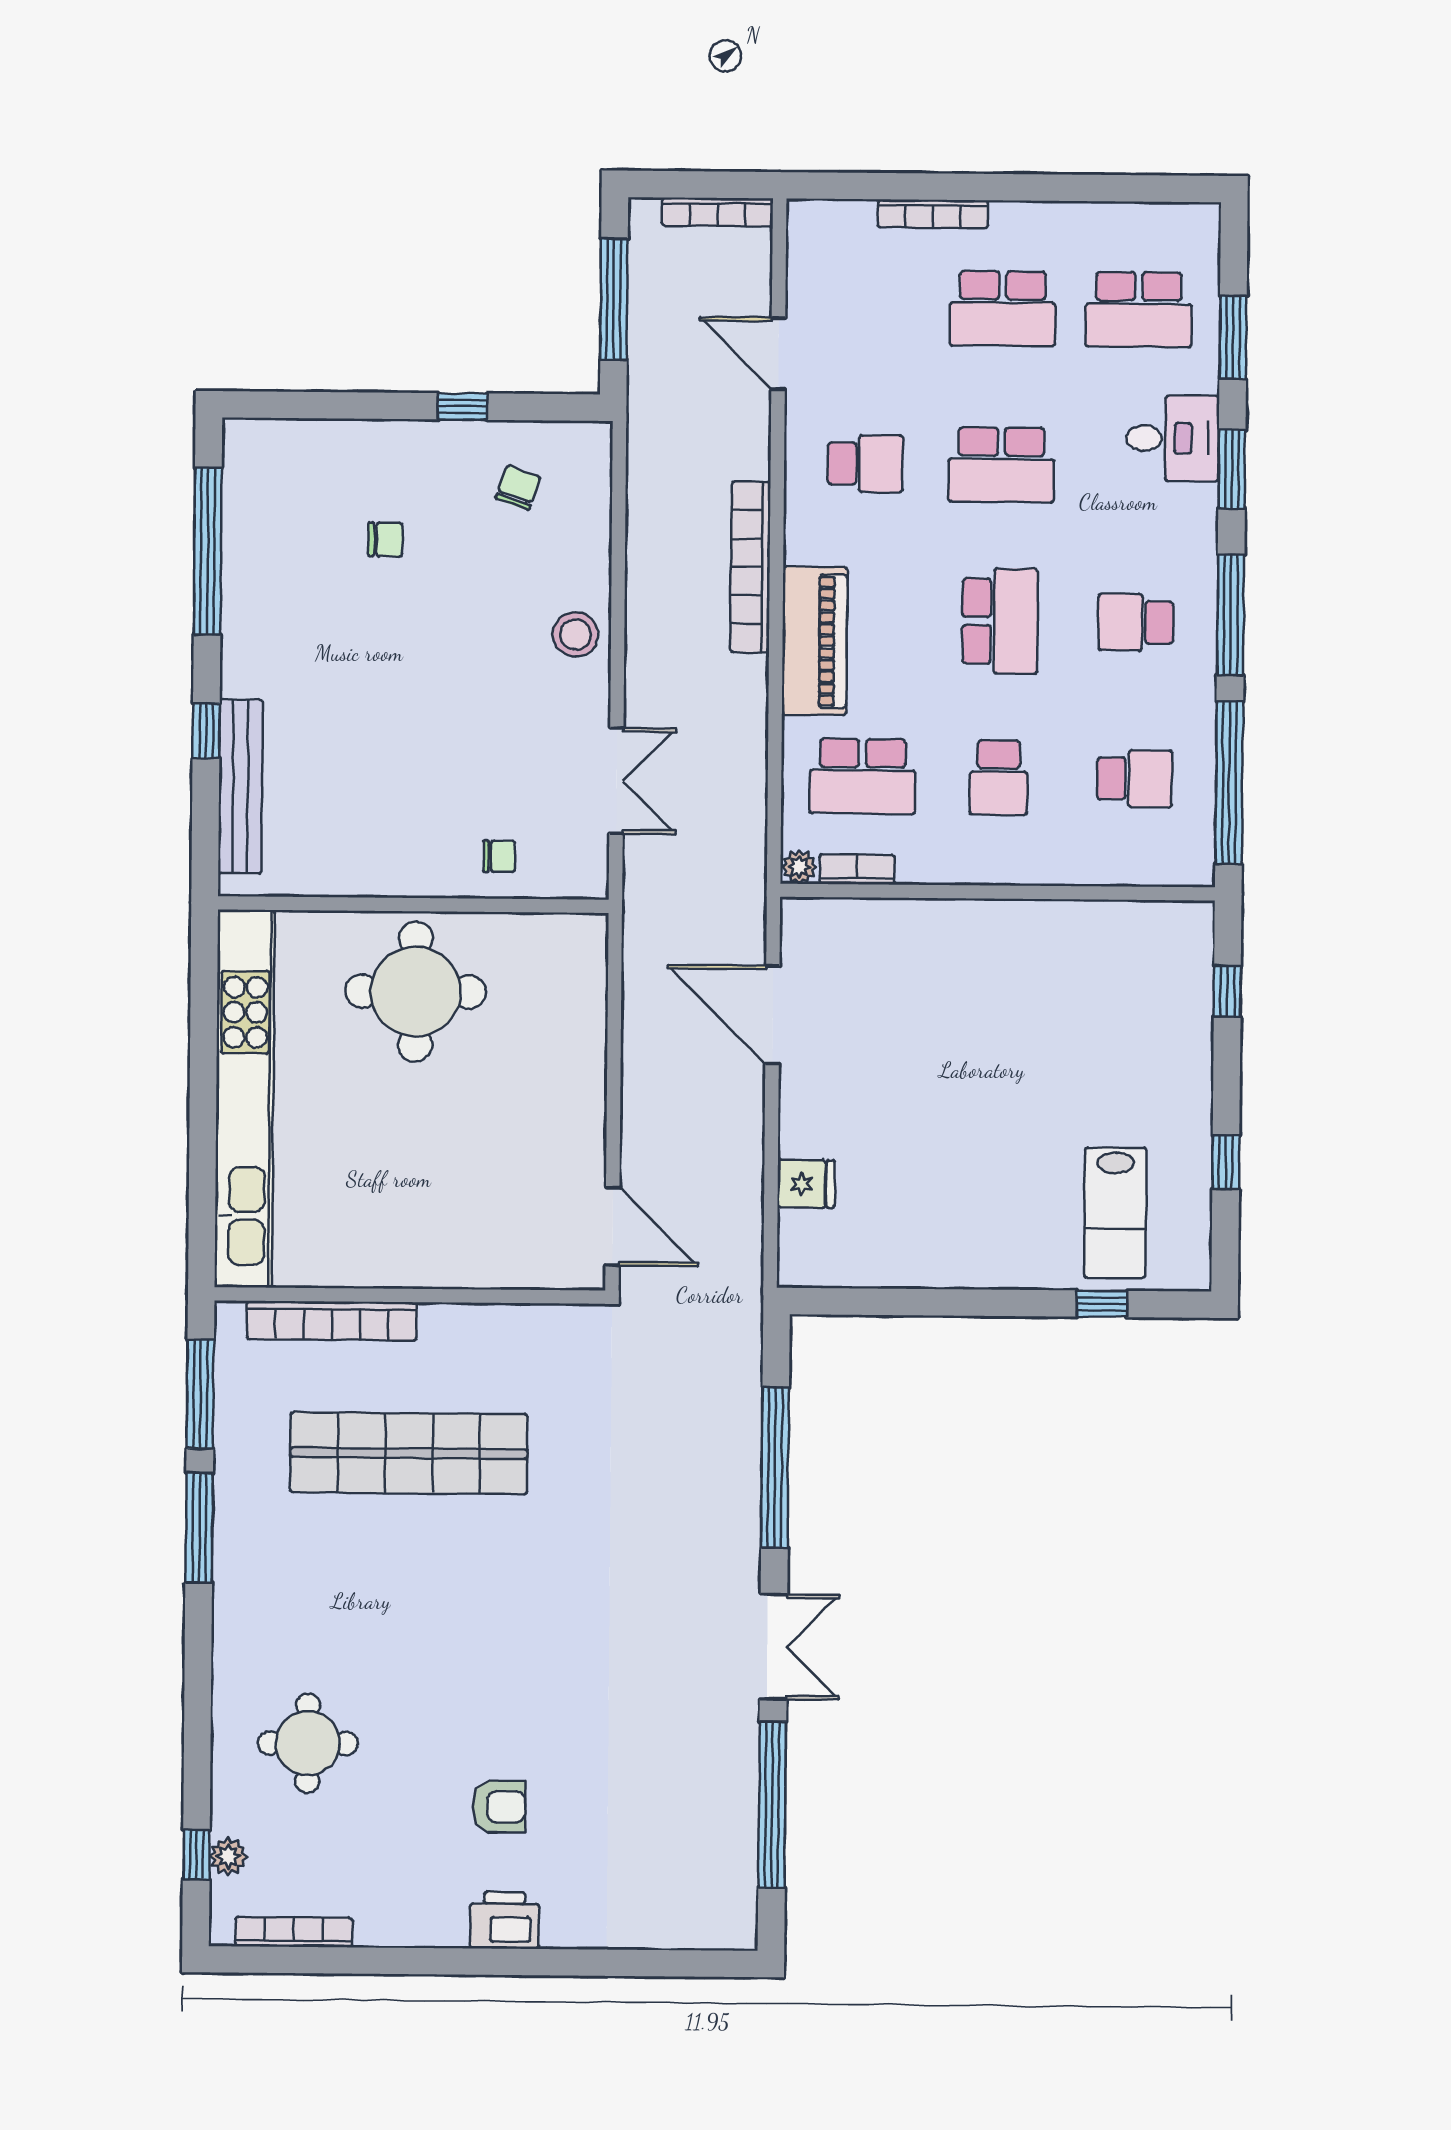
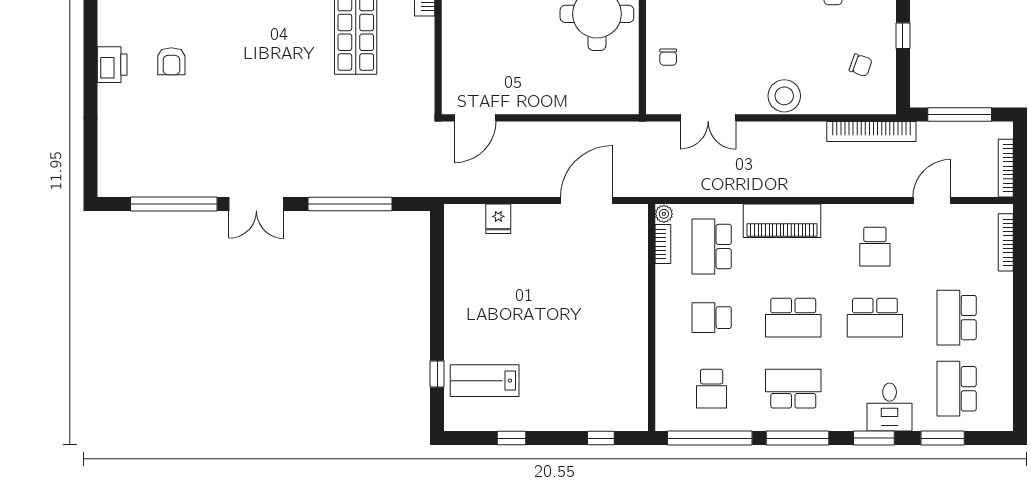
bookcase: (933, 214) -> (1006, 242), moved
school desk: (1001, 465) -> (875, 318), turned -90
bookcase: (750, 567) -> (871, 131), moved, turned 180
school desk: (1136, 622) -> (793, 389), width x1.85
stool: (575, 635) -> (784, 96), width x1.38, depth x1.38

